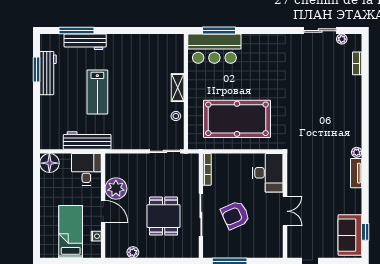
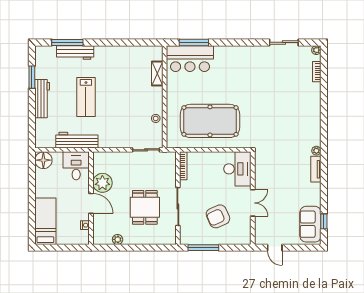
plant: (342, 39) -> (316, 50), moved
workbench: (48, 73) -> (42, 99), moved
shelving: (178, 88) -> (157, 74), moved
armchair: (235, 215) -> (218, 216), moved
bed: (71, 232) -> (45, 221), moved

